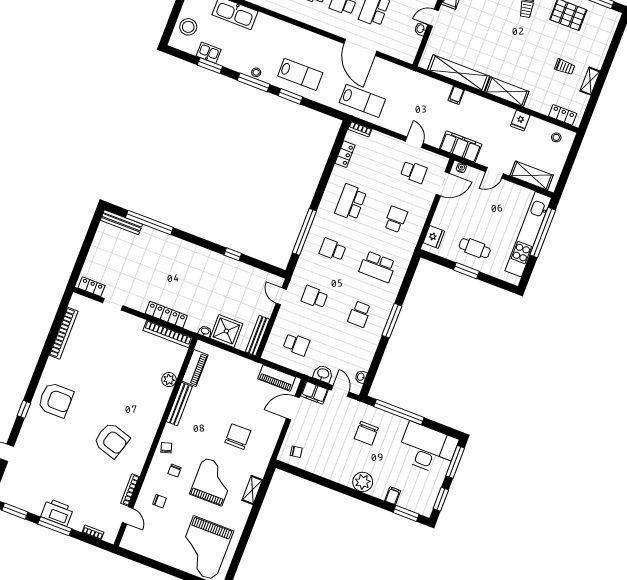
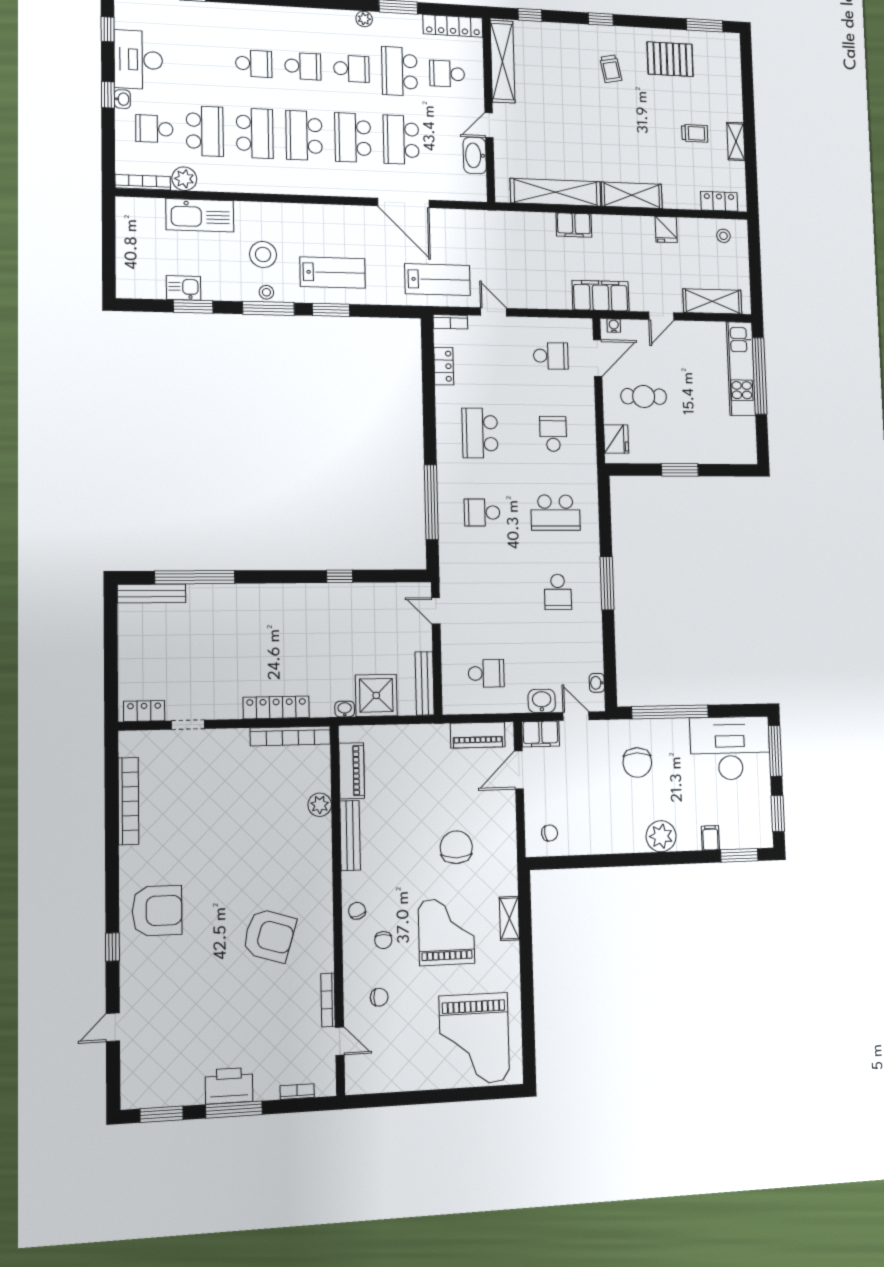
stool: (188, 27) -> (263, 254), moved
washbasin: (421, 29) -> (475, 155), width x1.91, depth x1.45
filing cabinet: (456, 95) -> (574, 225), width x2.00
door: (414, 142) -> (494, 312), moved
kitchen unit: (528, 234) -> (741, 369), width x0.73
cafe table: (475, 248) -> (644, 396), moved
school desk: (314, 297) -> (484, 593), removed

